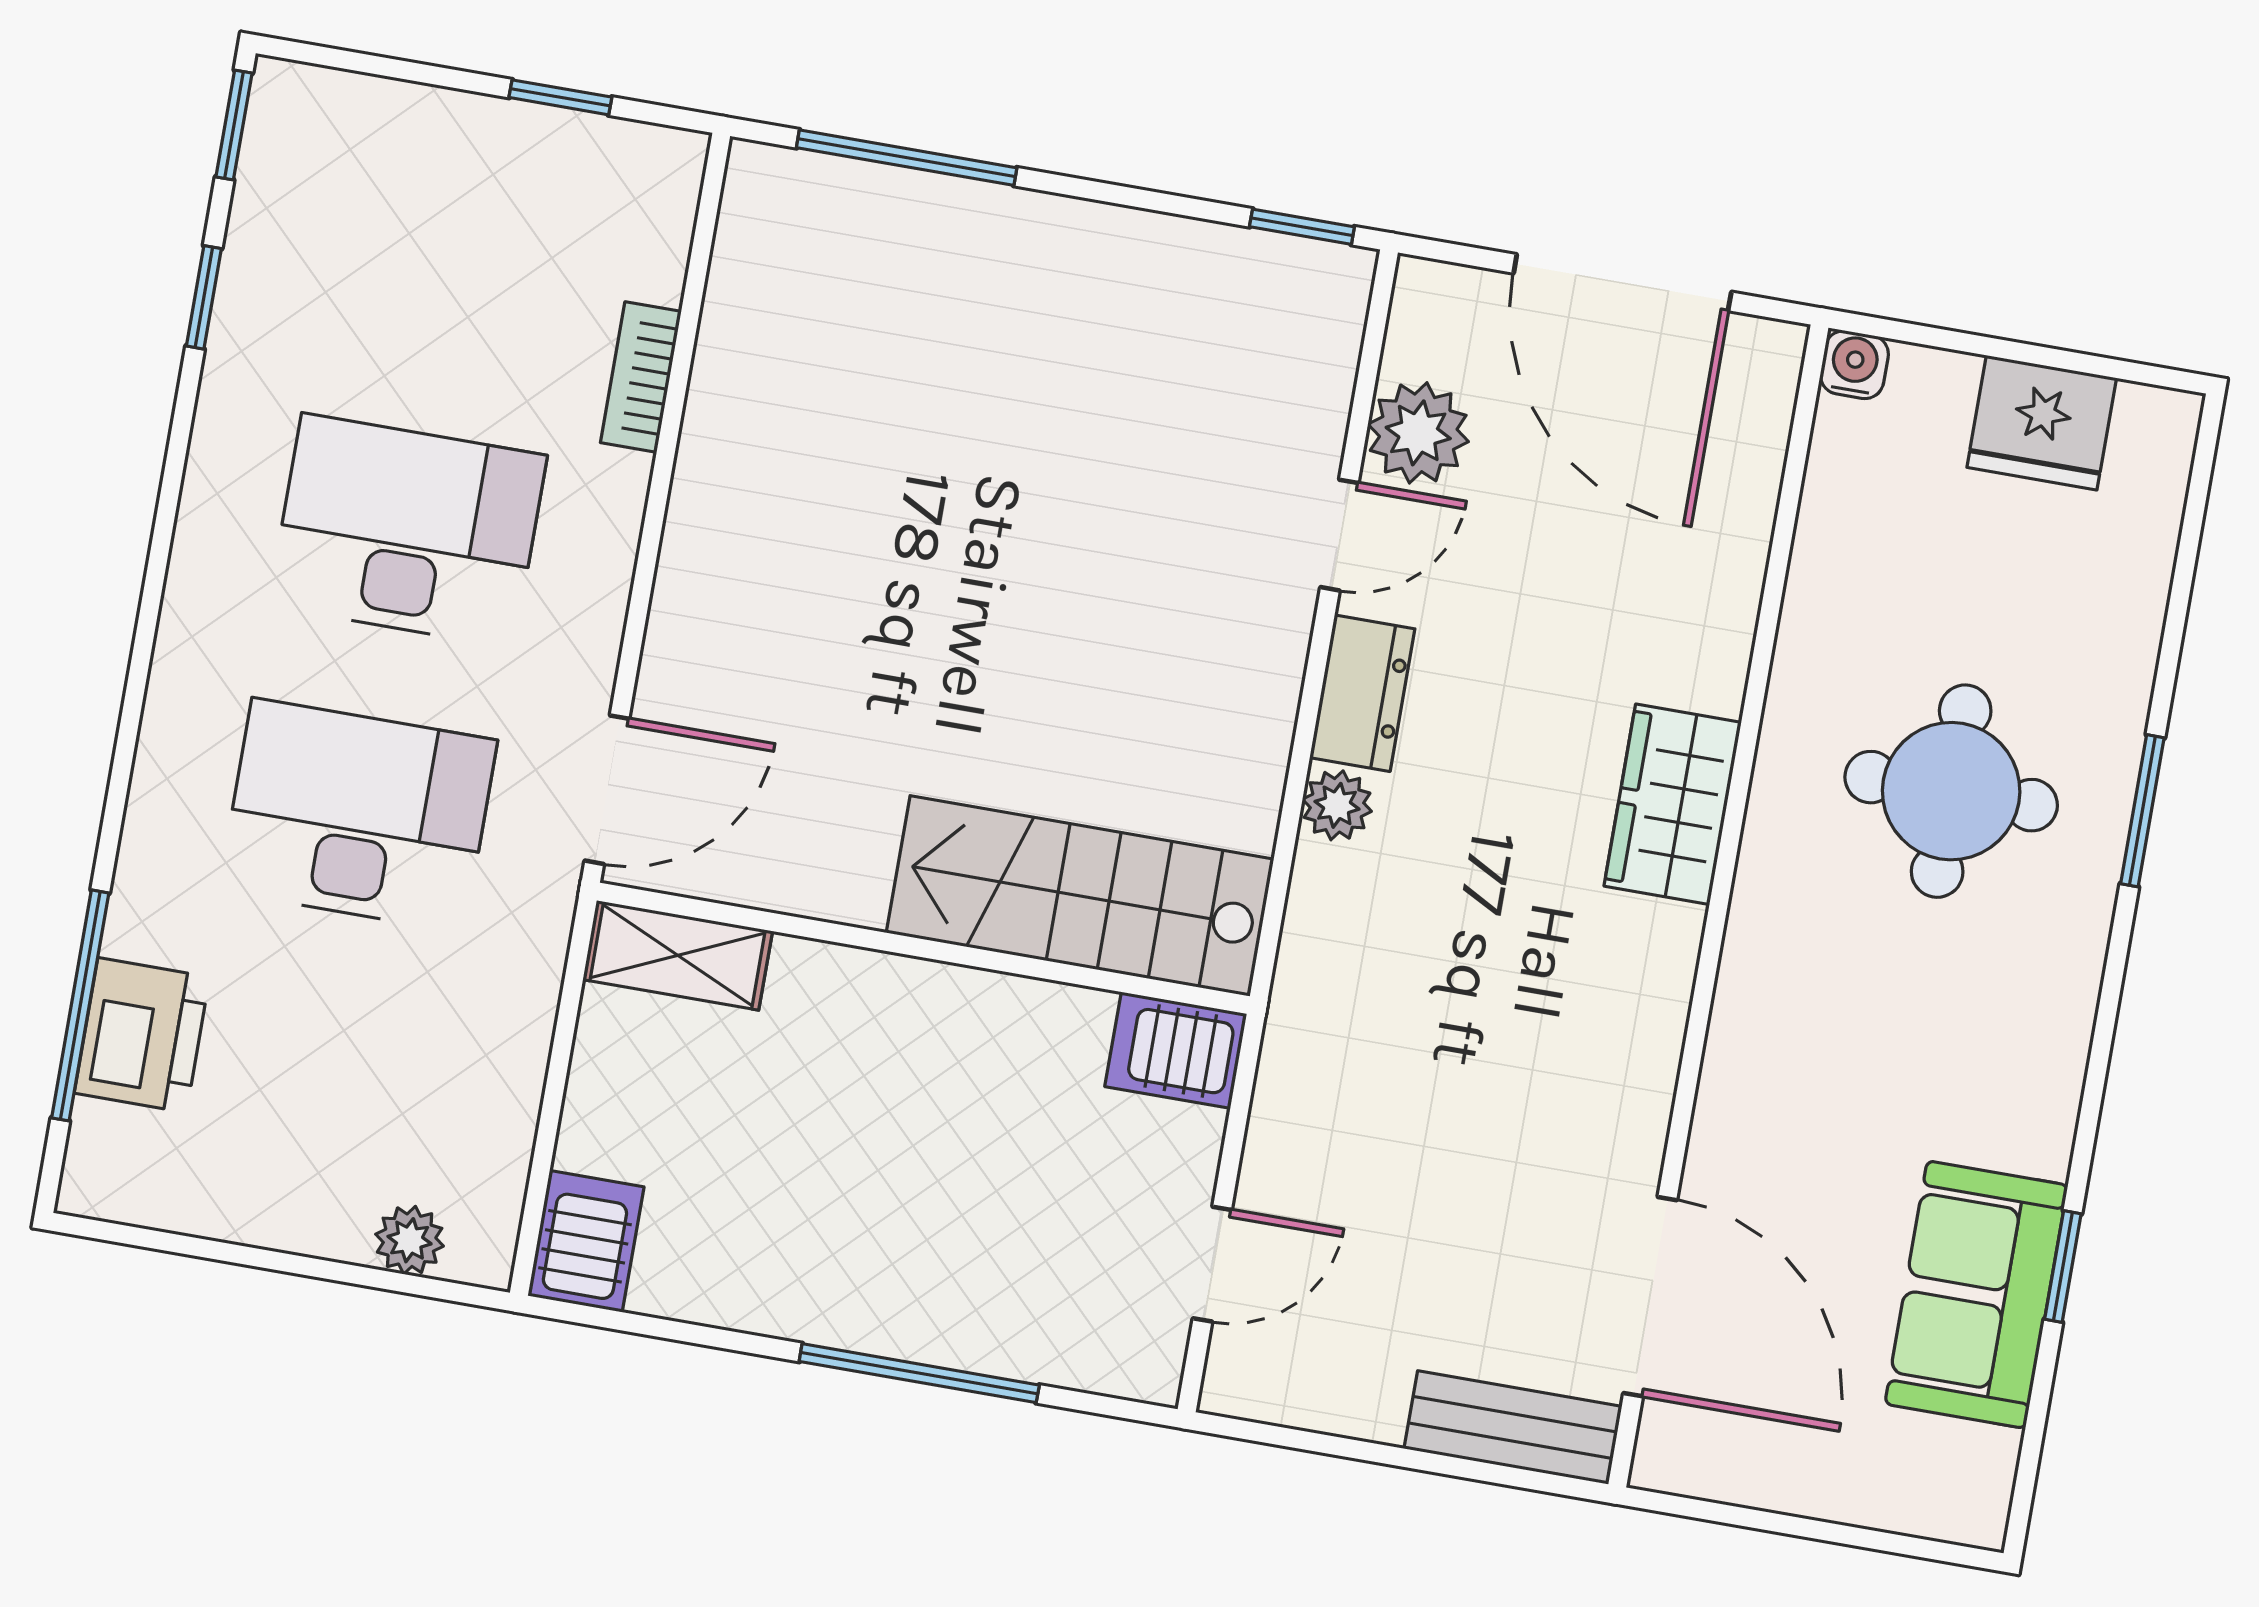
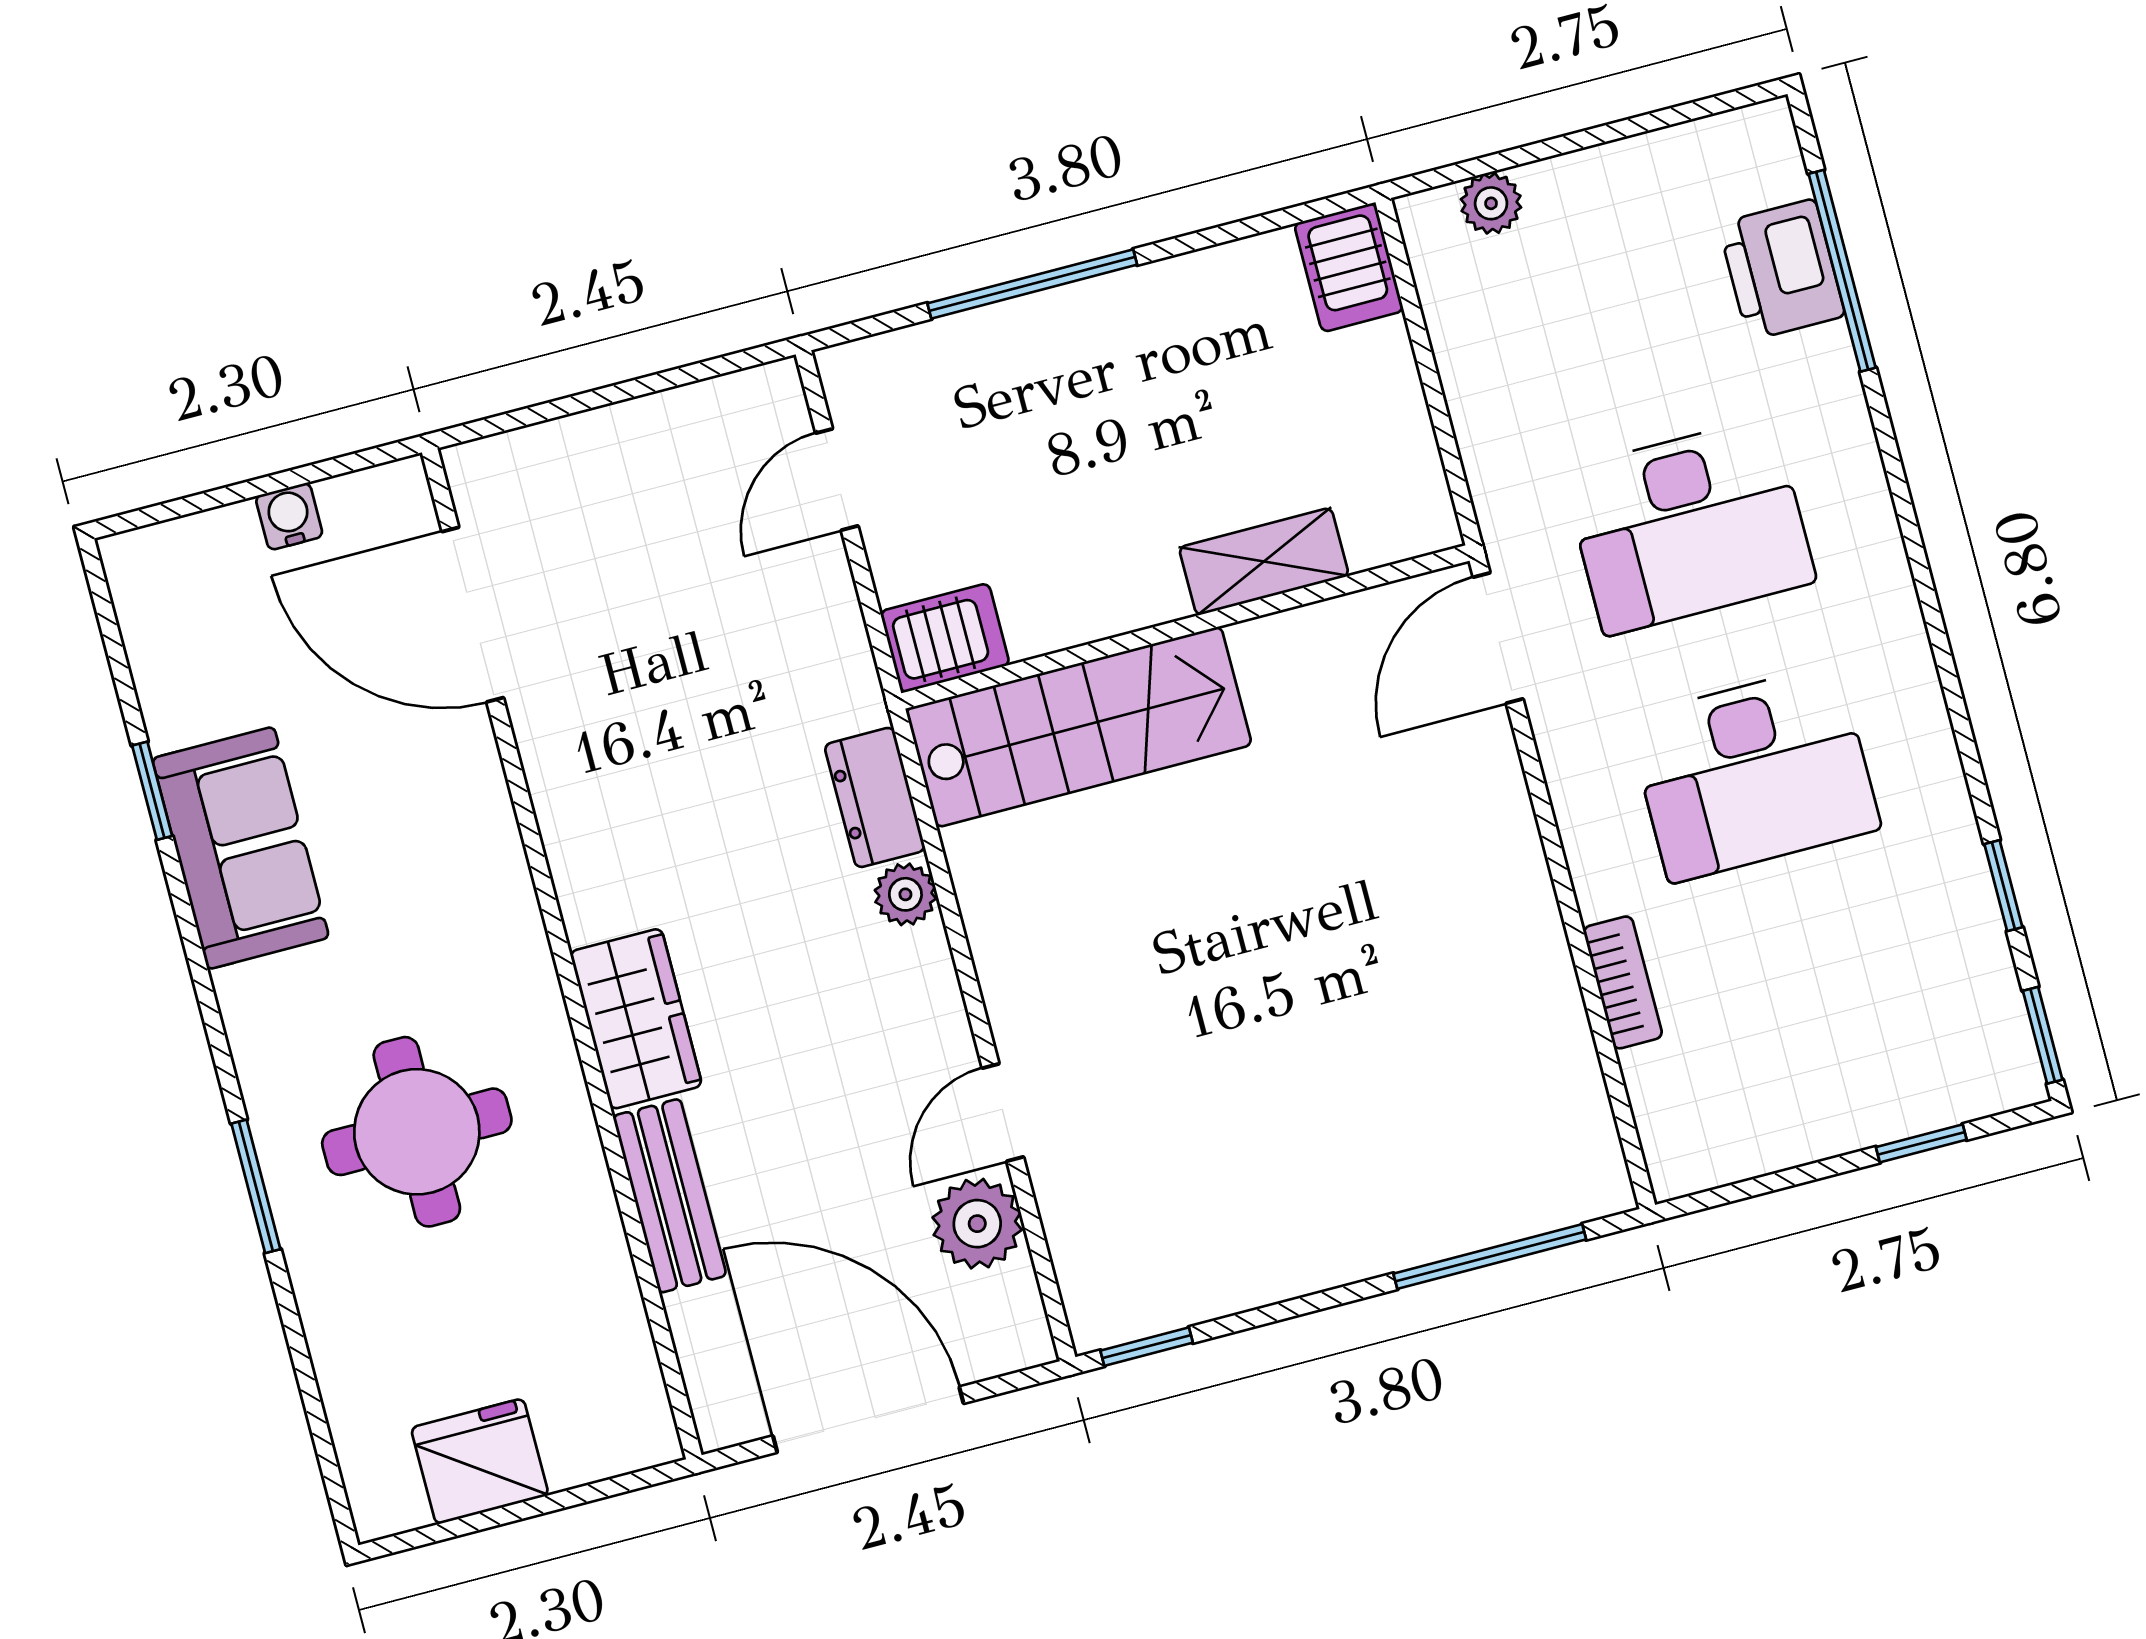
window: (560, 97) -> (1921, 1143), moved
water cooler: (1854, 365) -> (289, 516), moved, turned 180
dresser: (1362, 693) -> (875, 797), moved
shelving: (678, 955) -> (1264, 562), moved
sofa: (1976, 1295) -> (241, 848), moved
bench: (1513, 1428) -> (670, 1196), moved, turned 90

